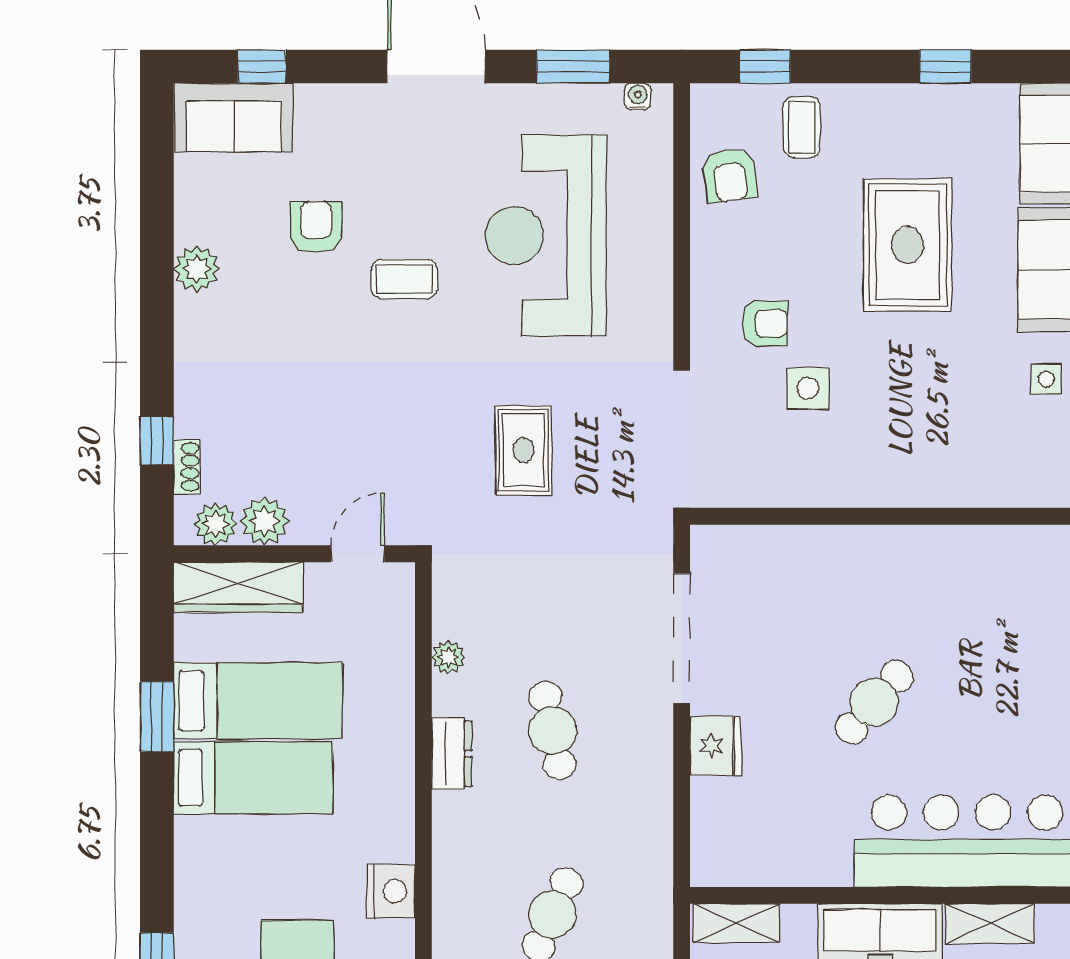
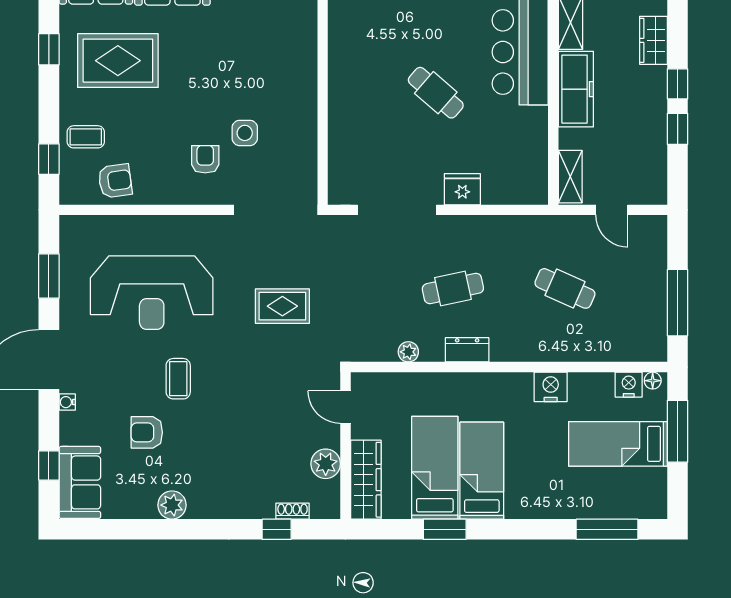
water cooler: (638, 97) -> (67, 402), moved
rug: (908, 245) -> (118, 61), moved
plant: (216, 524) -> (327, 494), removed

